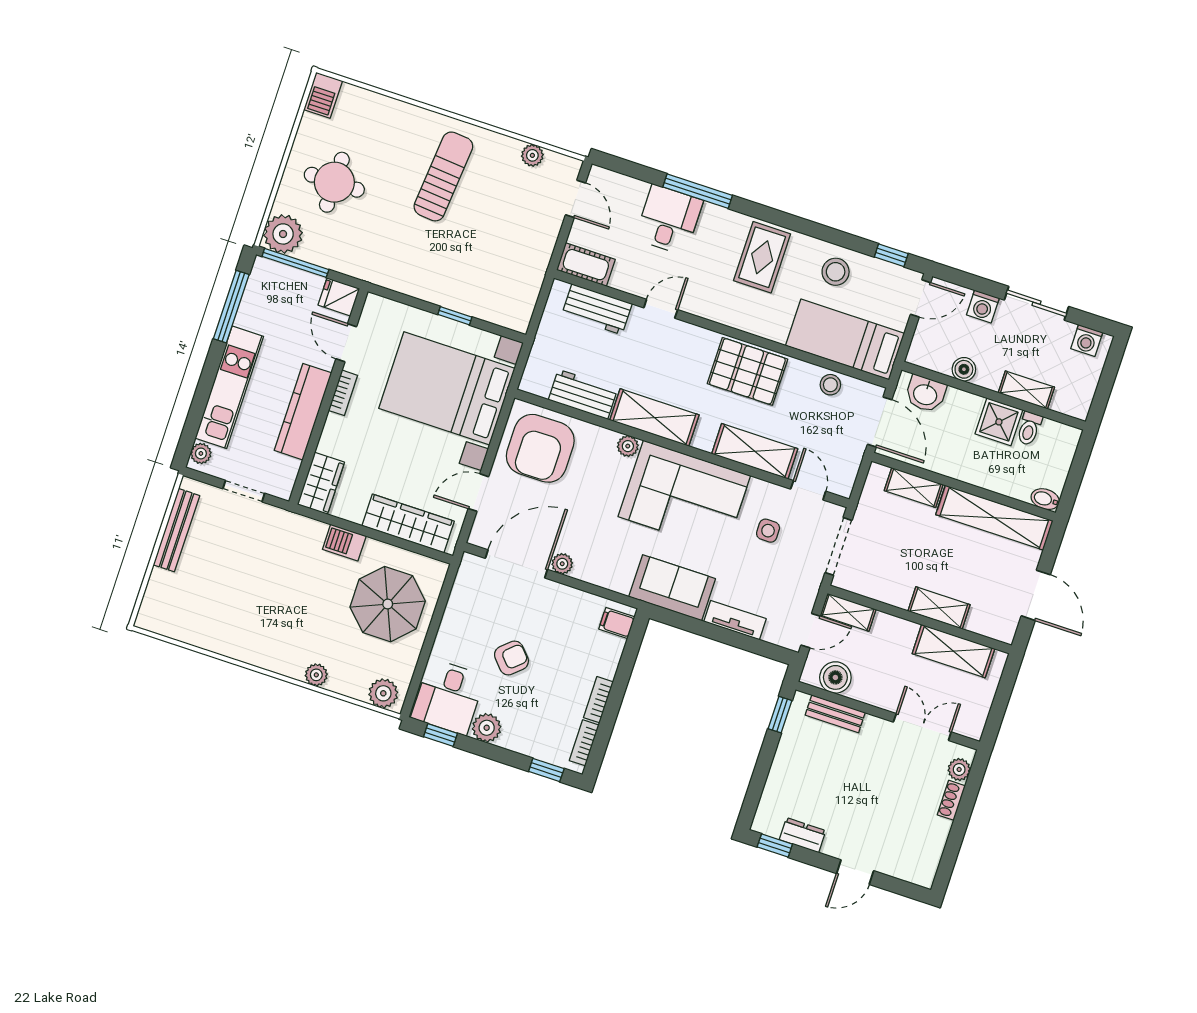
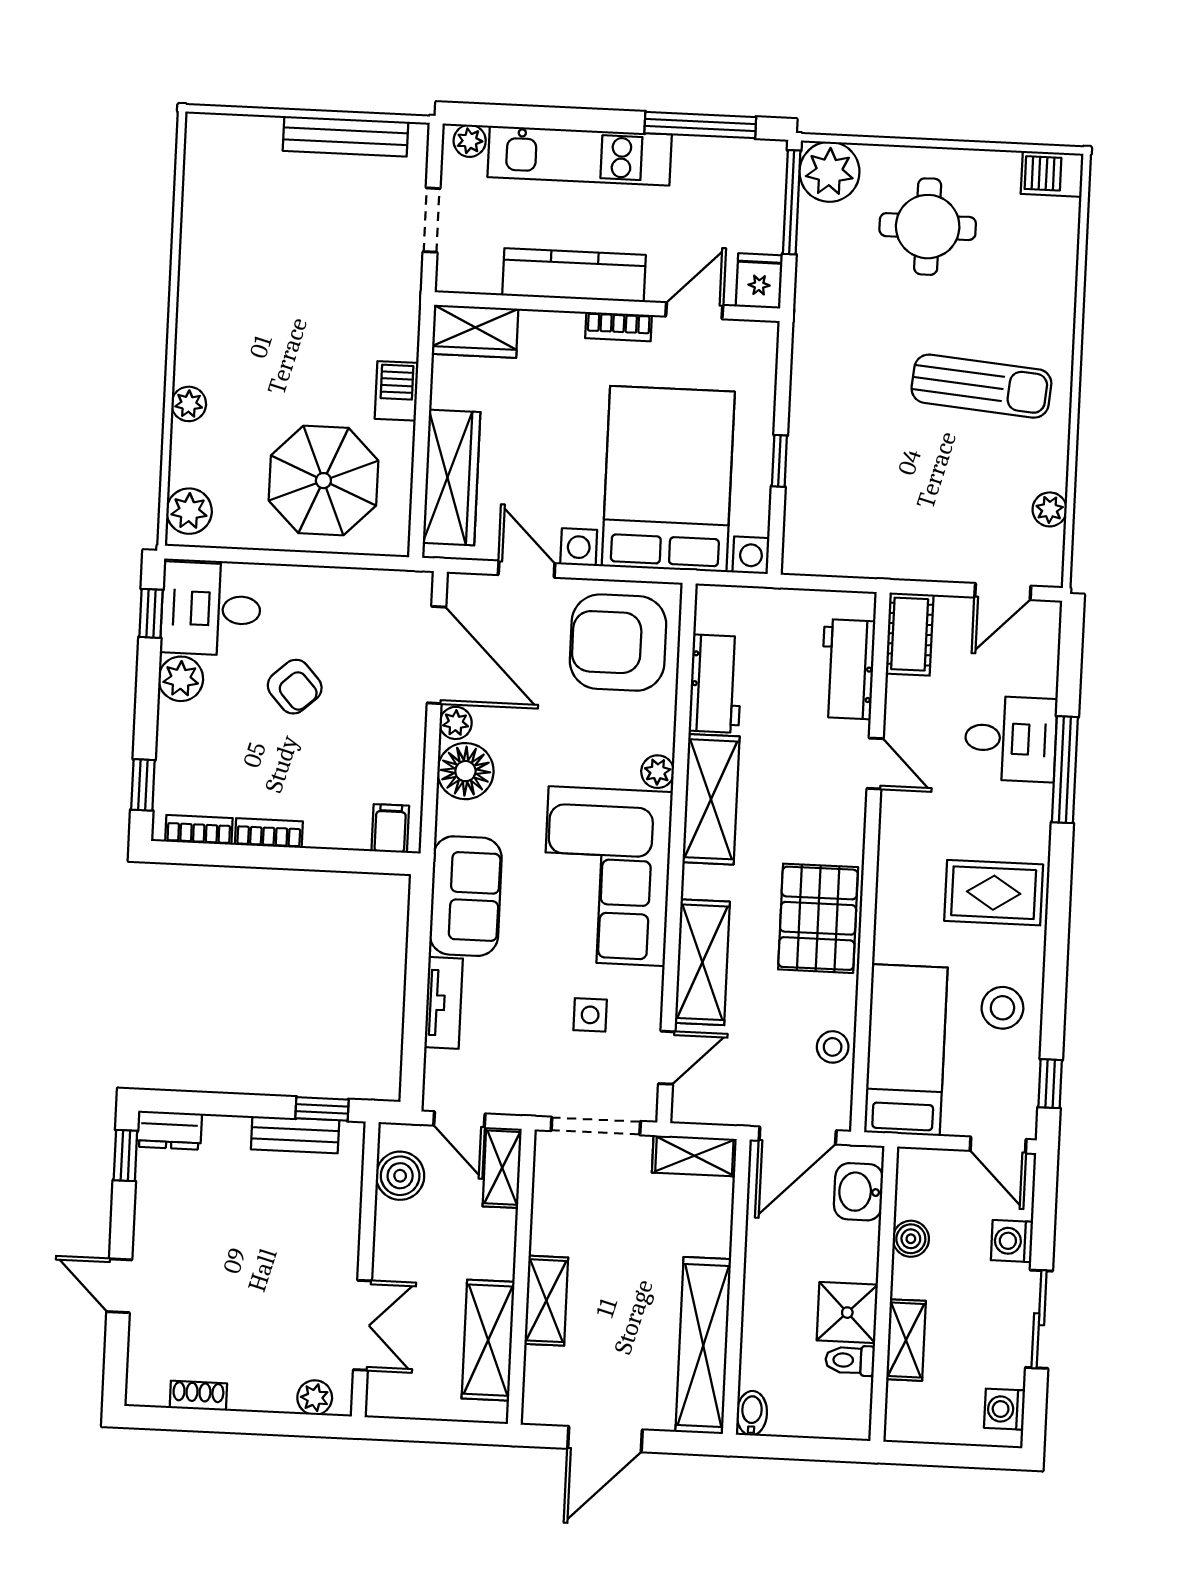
shelving: (914, 487) -> (694, 1156), moved, turned 90
floor lamp: (594, 566) -> (465, 771), added
bench: (835, 714) -> (295, 1135), moved, turned 90
shoe rack: (951, 800) -> (198, 1396), moved
dresser: (803, 835) -> (169, 1130), moved, turned 90

